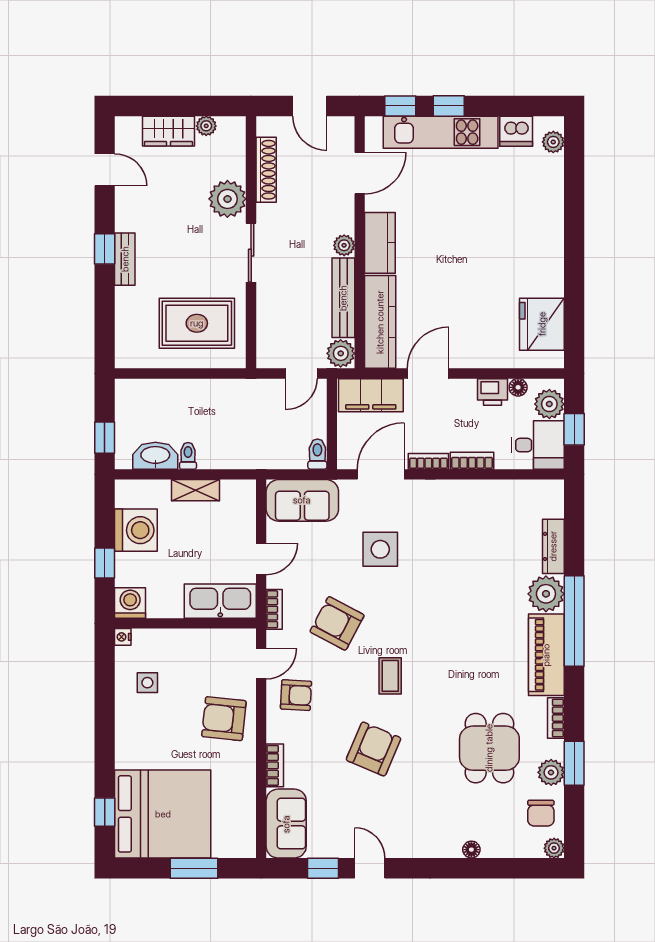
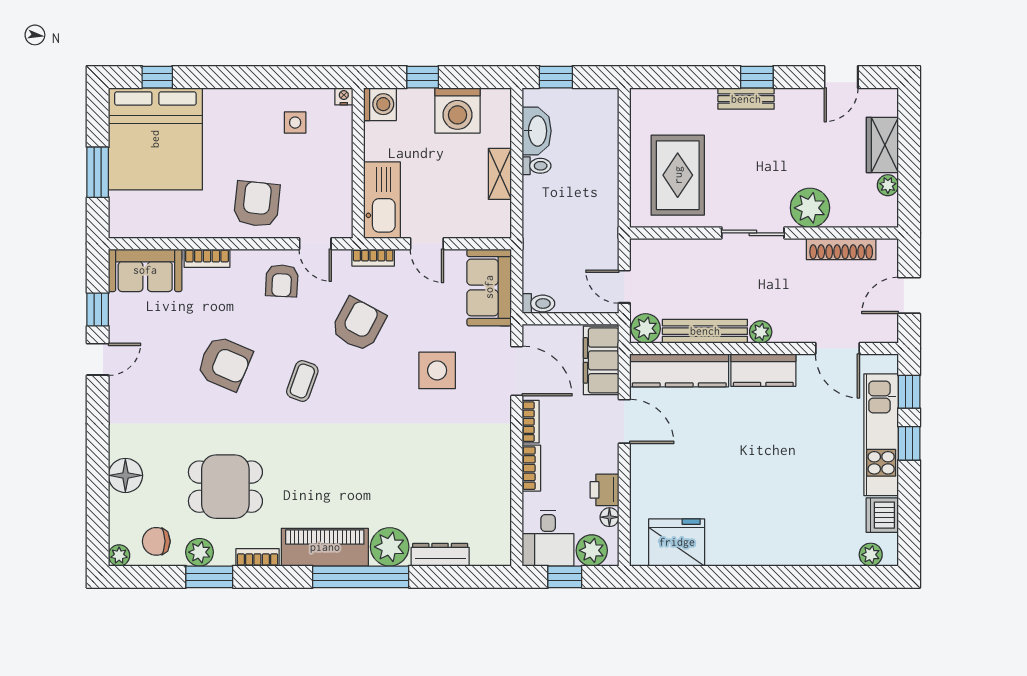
coffee table: (390, 676) -> (302, 381), turned -70
floor lamp: (471, 850) -> (125, 475), width x1.89, depth x1.89

